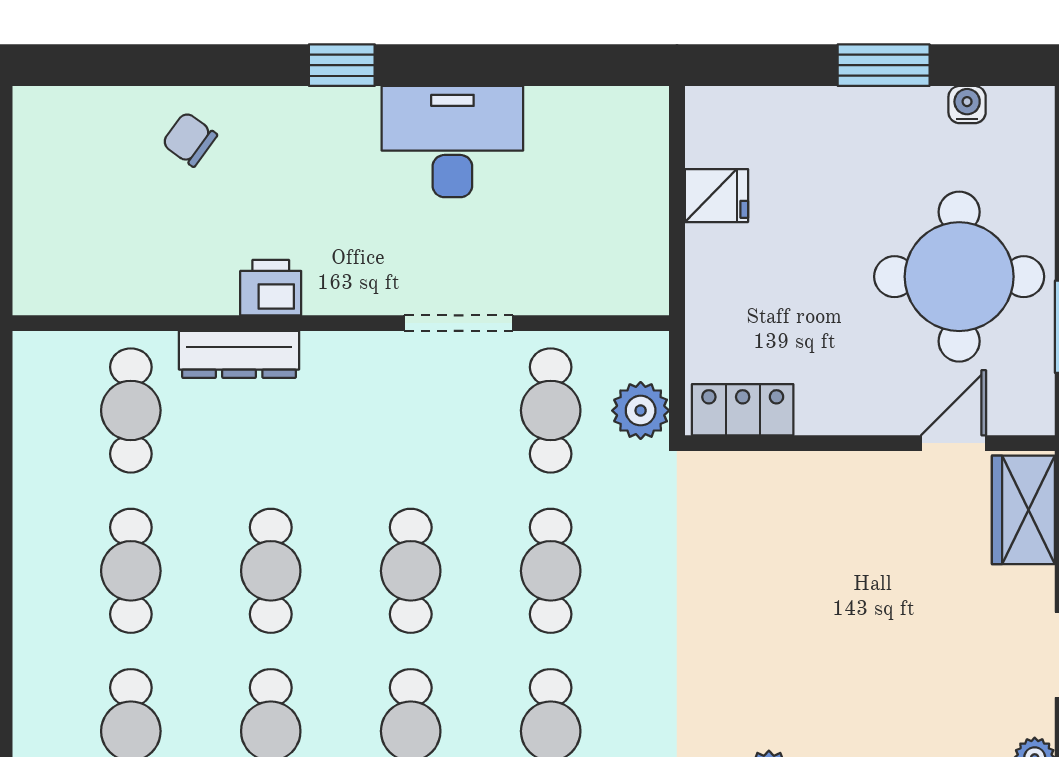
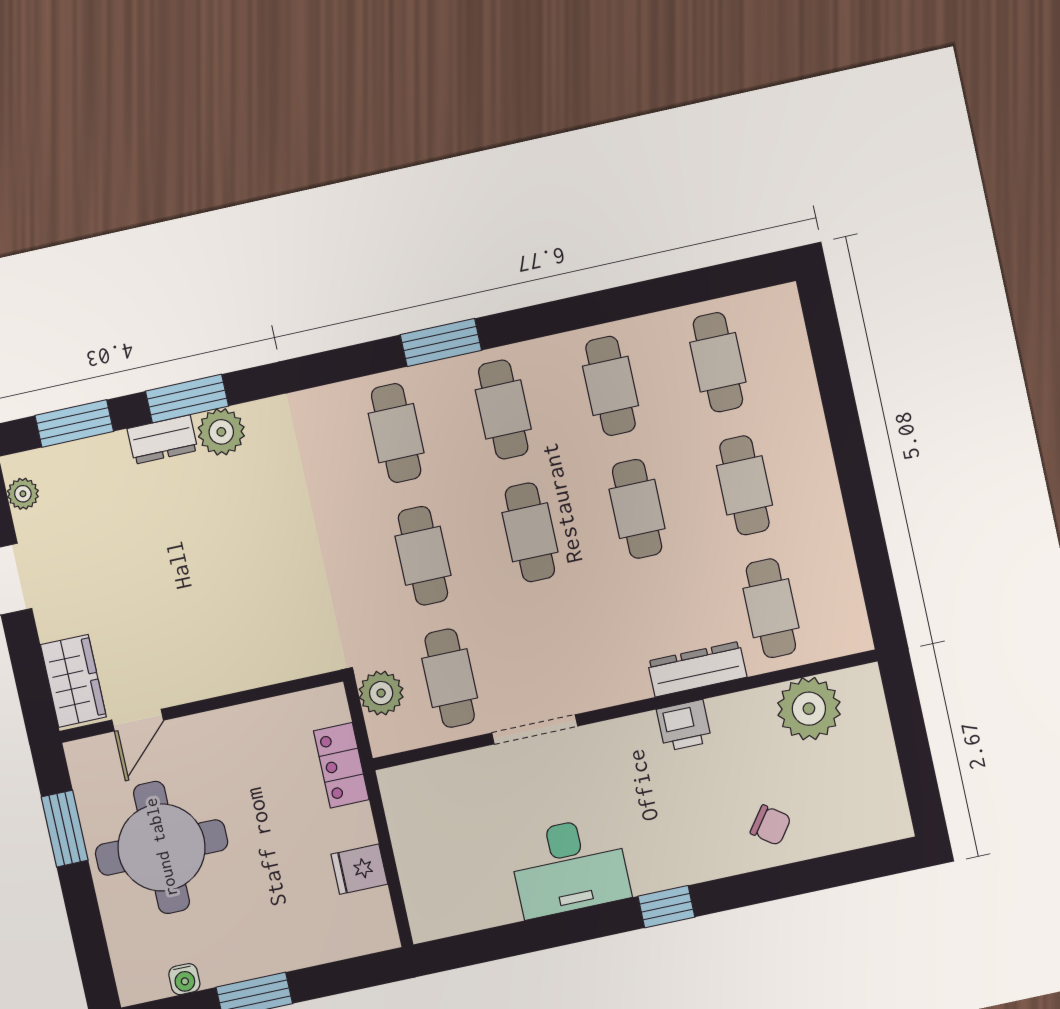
plant: (110, 275) -> (809, 709), added
locker: (743, 410) -> (341, 765), moved, turned 90

